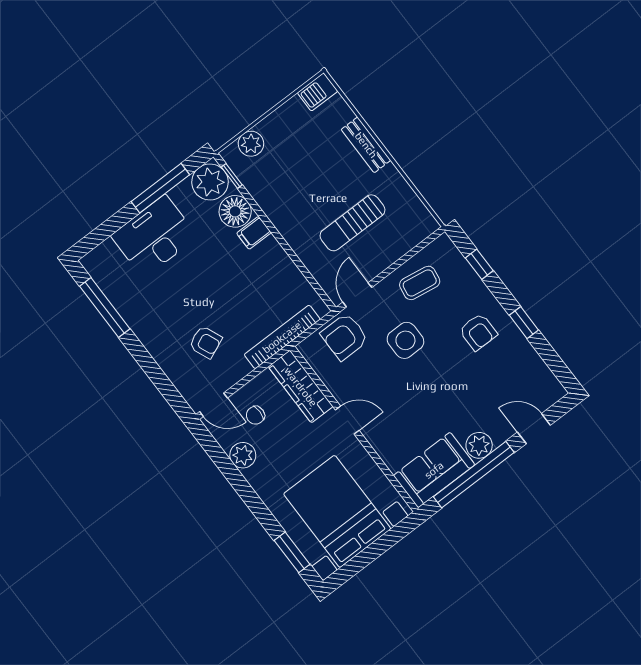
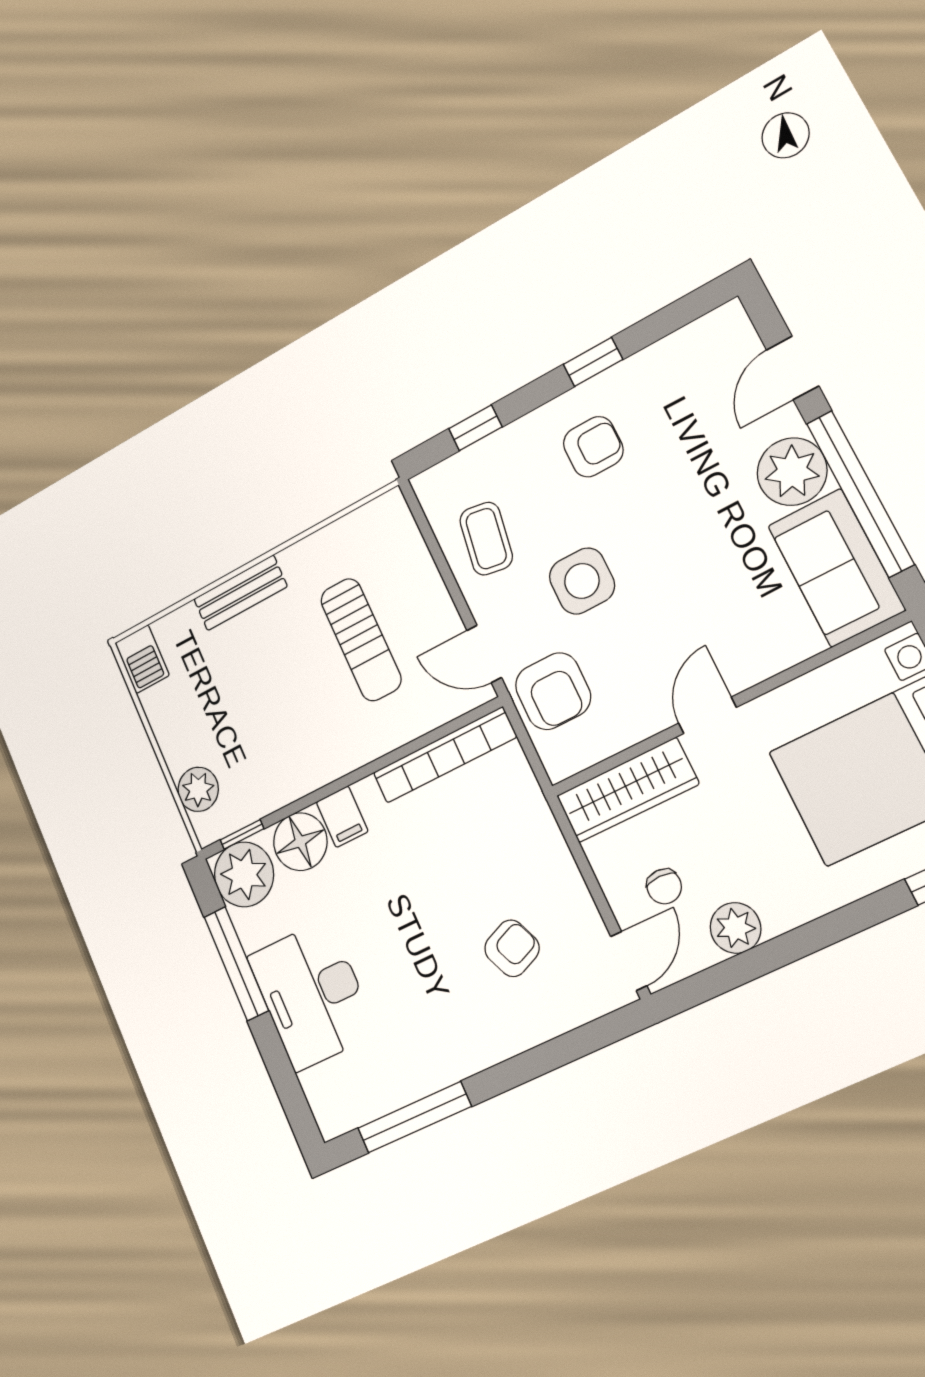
bookcase: (282, 337) -> (445, 755), moved, turned -90
plant: (479, 445) -> (792, 472), width x1.36, depth x1.36

